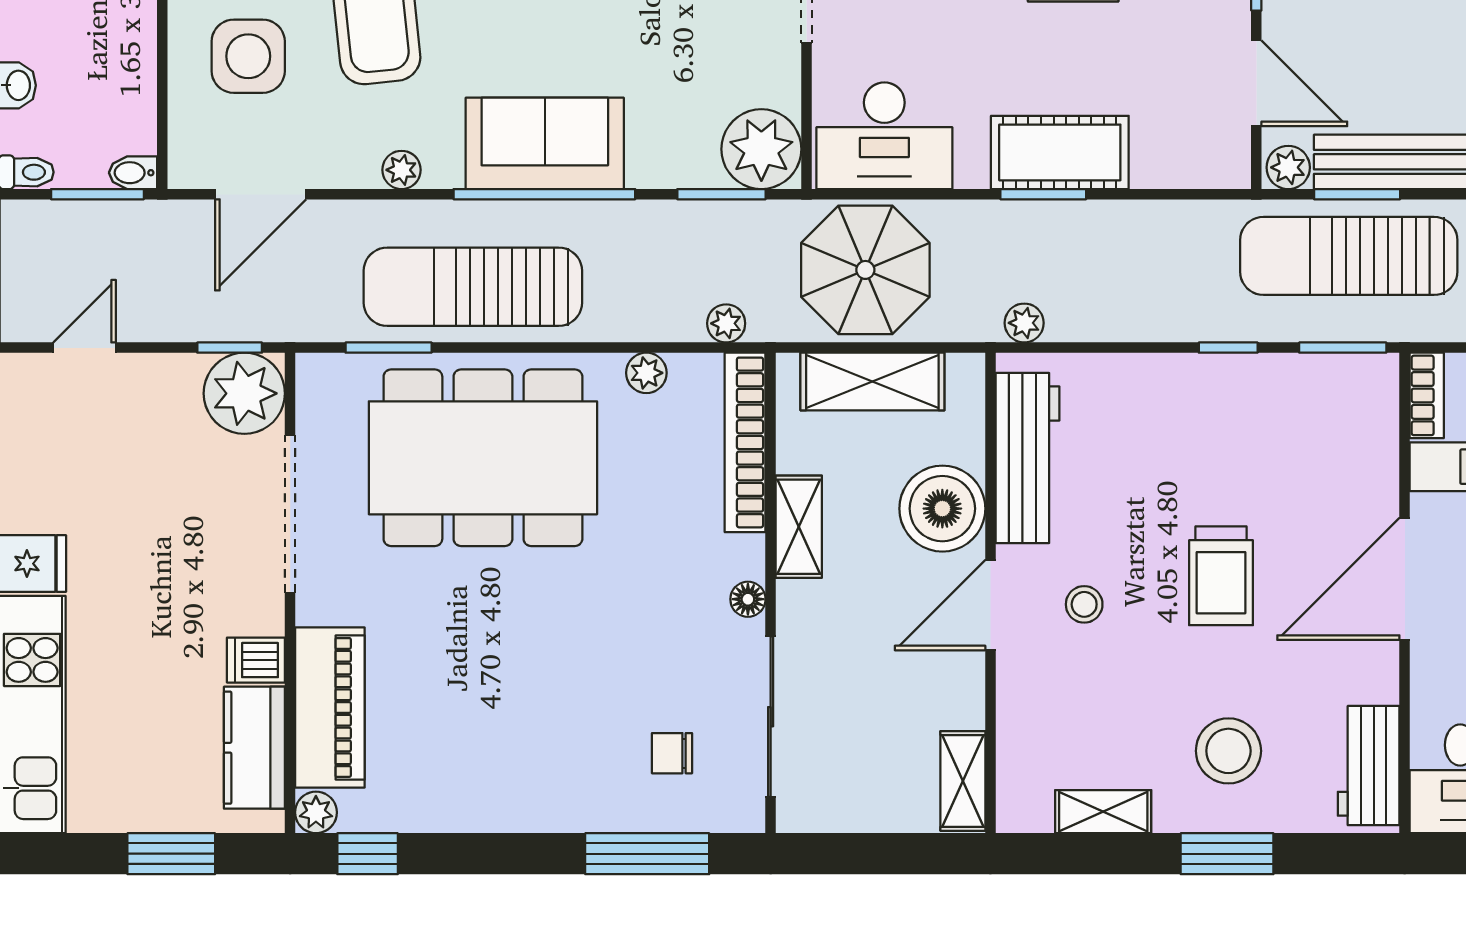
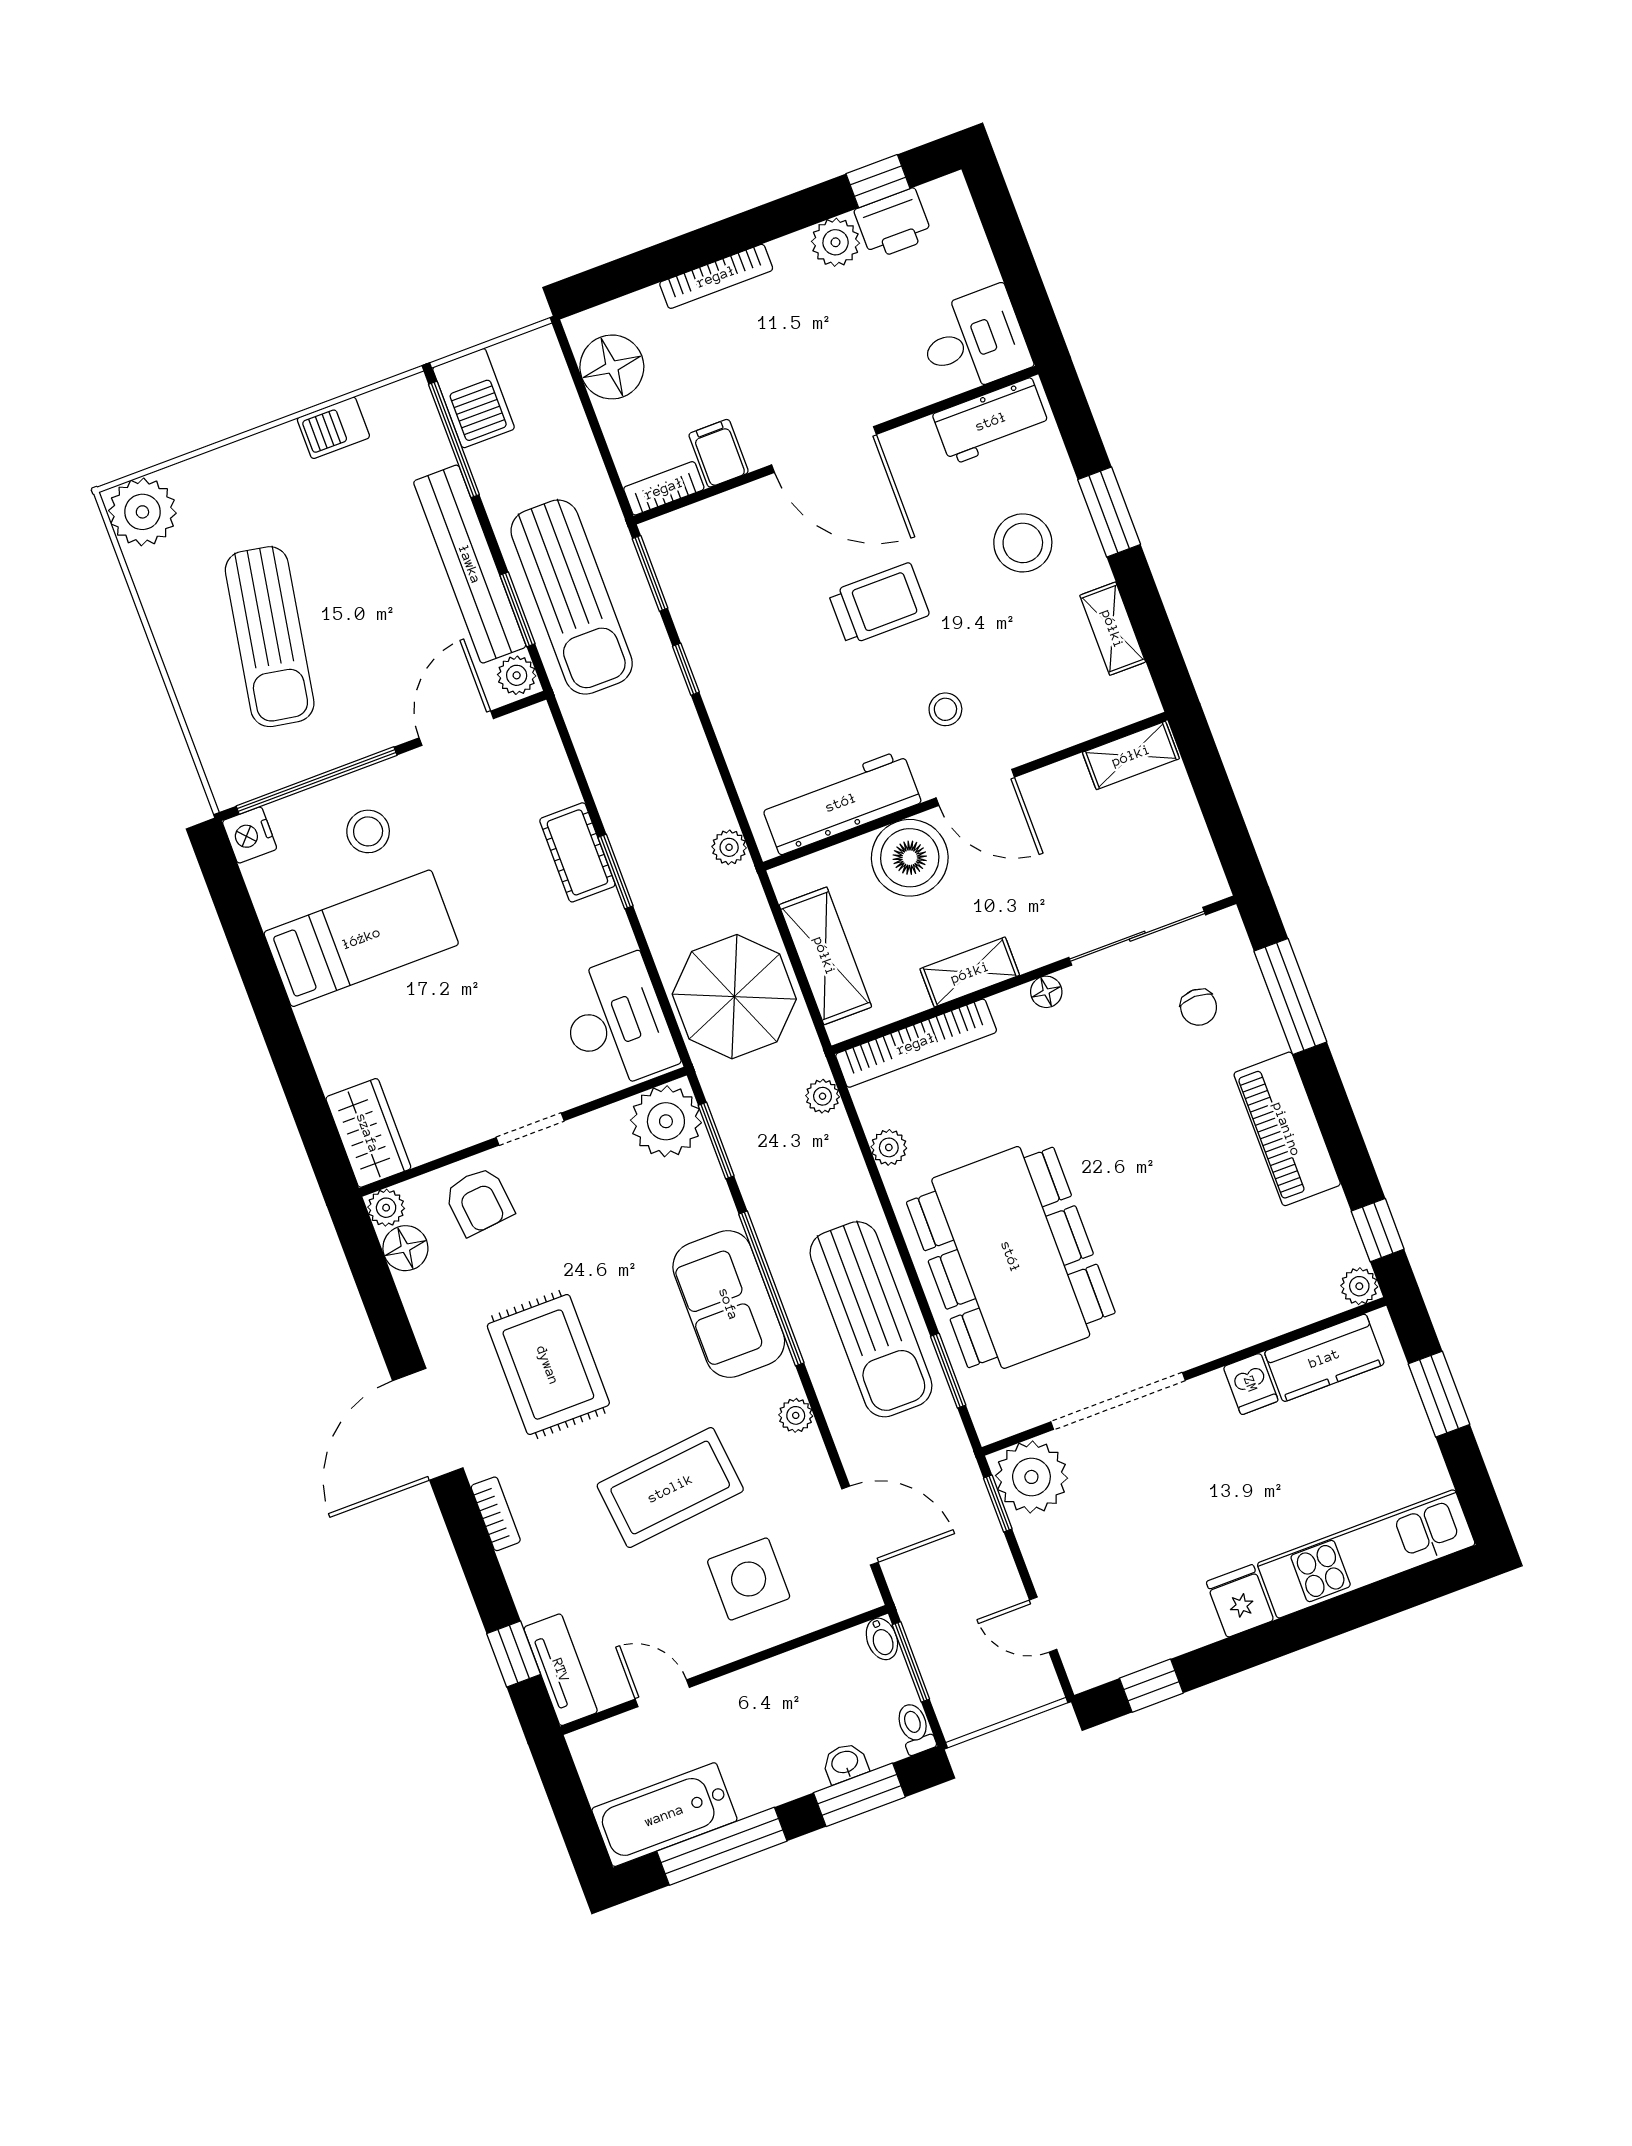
cot: (1060, 152) -> (577, 852), width x0.73, depth x0.75
piano: (330, 707) -> (1287, 1129), moved, turned -90

